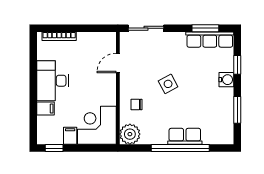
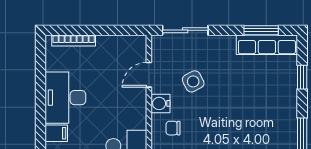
water cooler: (226, 80) -> (161, 103), moved, turned 180
side table: (168, 84) -> (193, 81), moved

